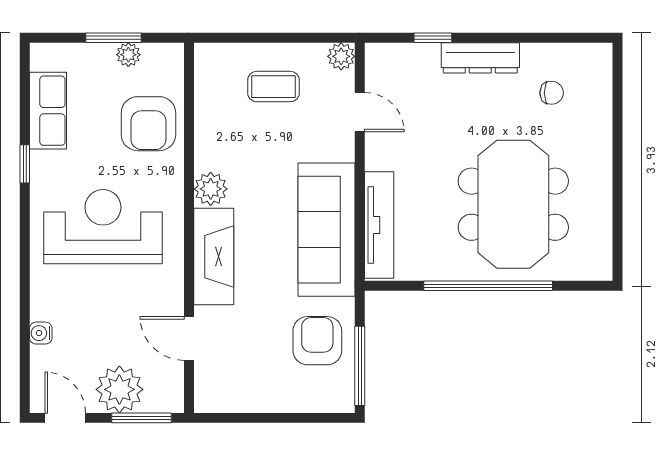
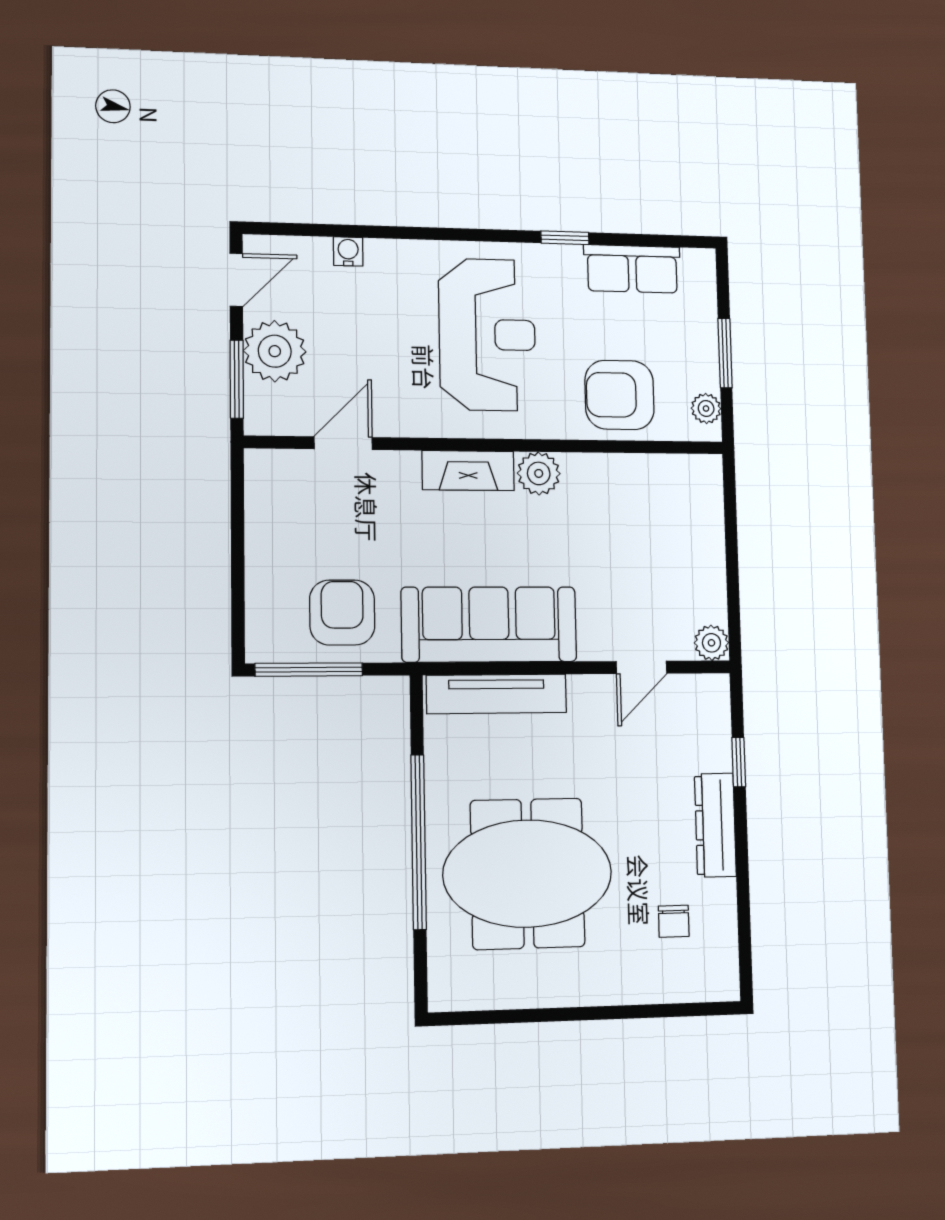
plant: (128, 55) -> (706, 408), moved
coffee table: (273, 87) -> (671, 555), removed
fireplace: (214, 257) -> (468, 471), width x0.73, depth x0.76
armchair: (317, 341) -> (342, 613), turned -90

